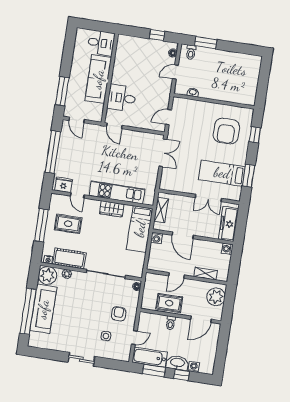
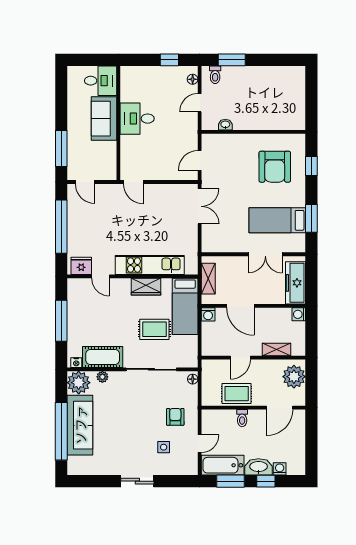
sofa: (98, 79) -> (104, 119), width x0.73
desk: (122, 98) -> (137, 119), moved
rug: (68, 224) -> (154, 329), moved

